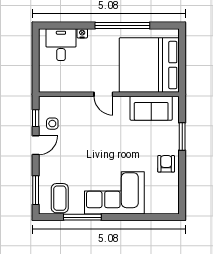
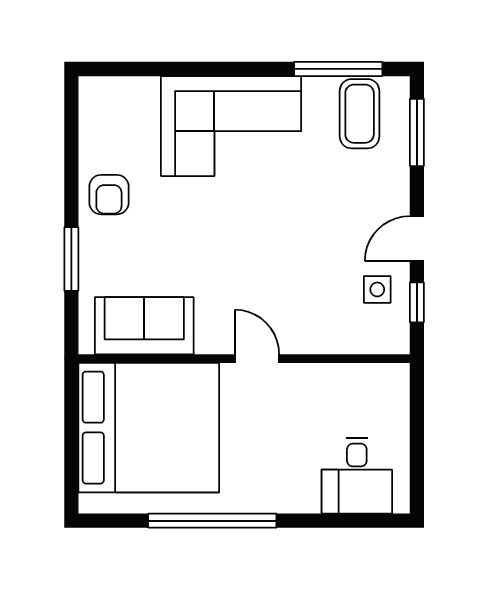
nightstand: (82, 33) -> (307, 502), removed
window: (82, 217) -> (338, 69), moved

